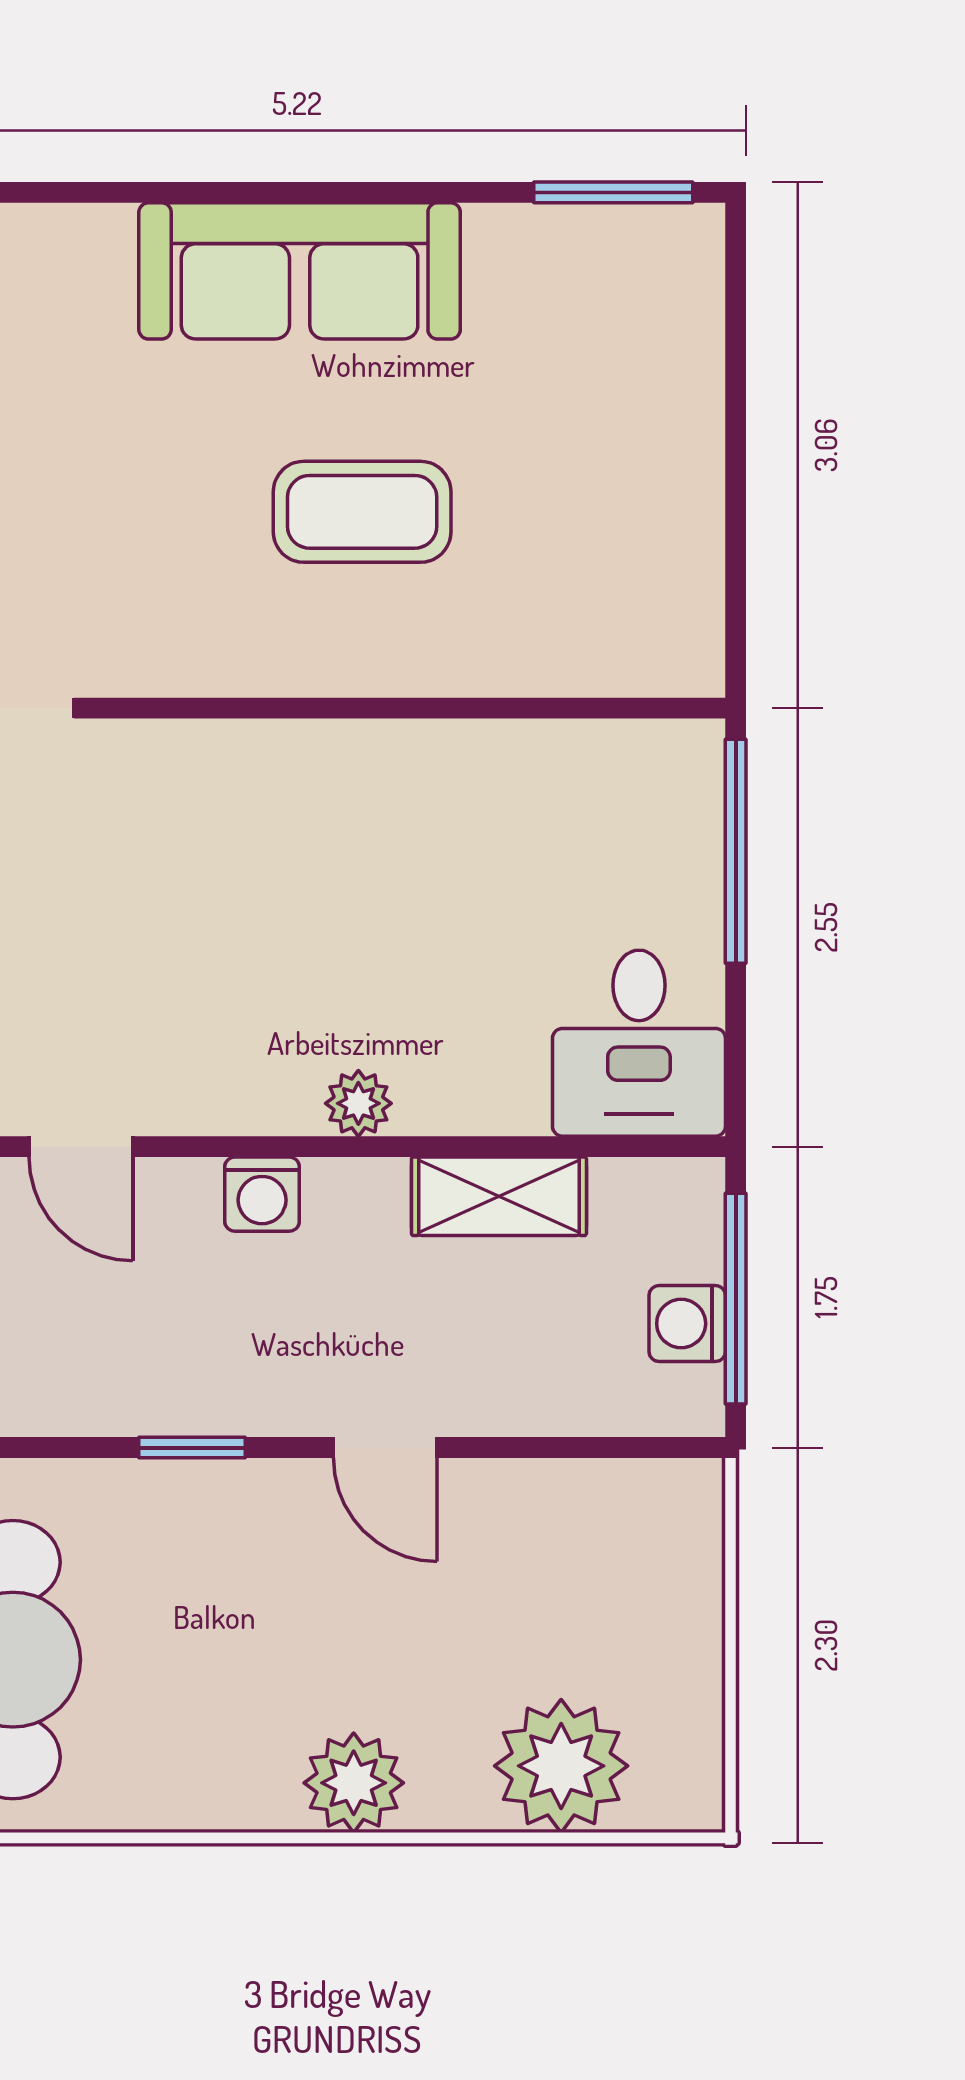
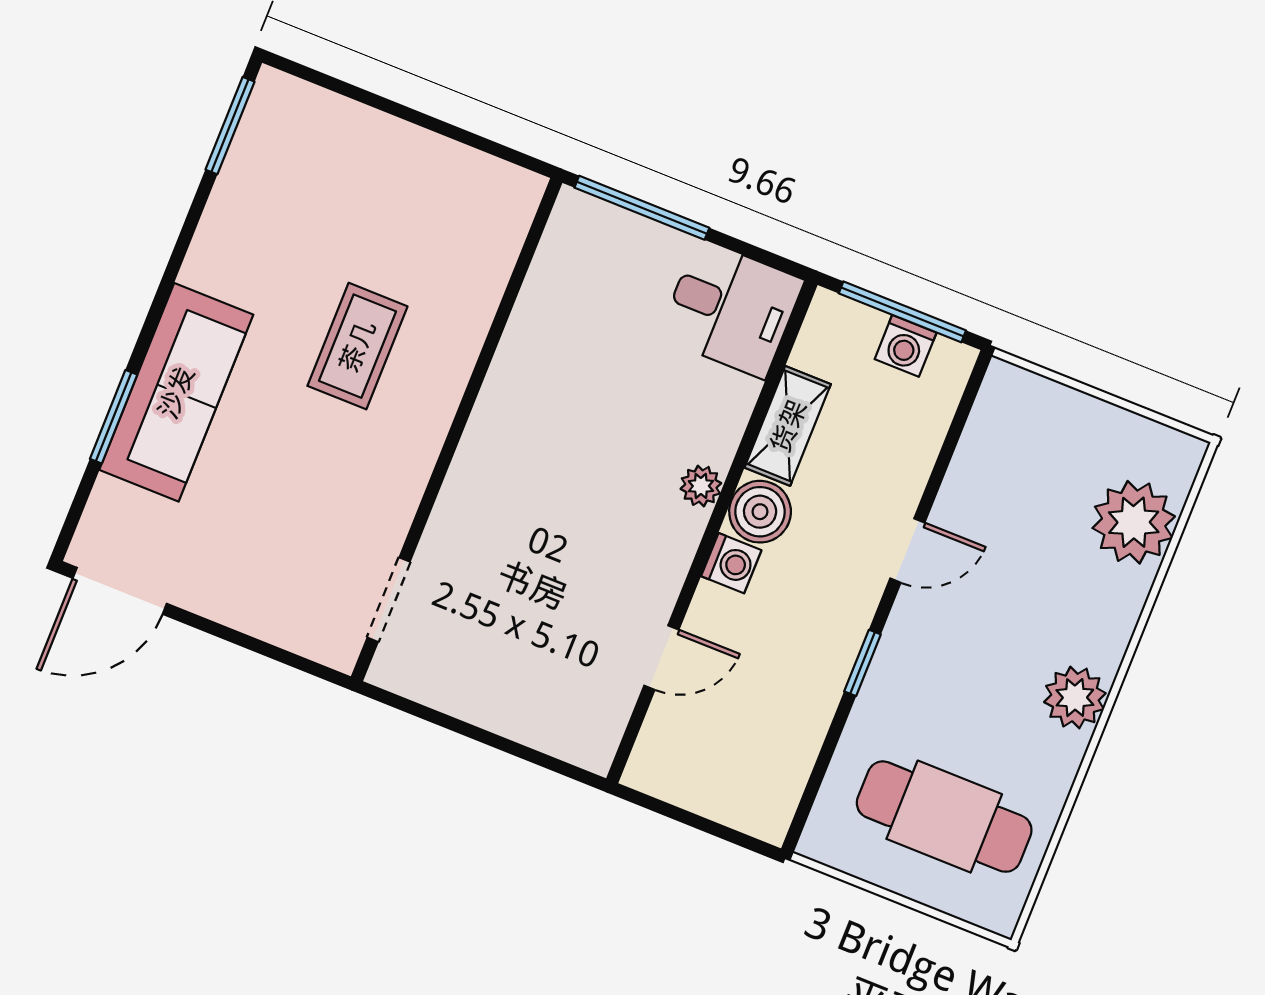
window: (113, 192) -> (114, 417), added
sofa: (300, 271) -> (176, 392), moved
boiler: (355, 1206) -> (760, 512), added
plant: (354, 1783) -> (1075, 698), moved

